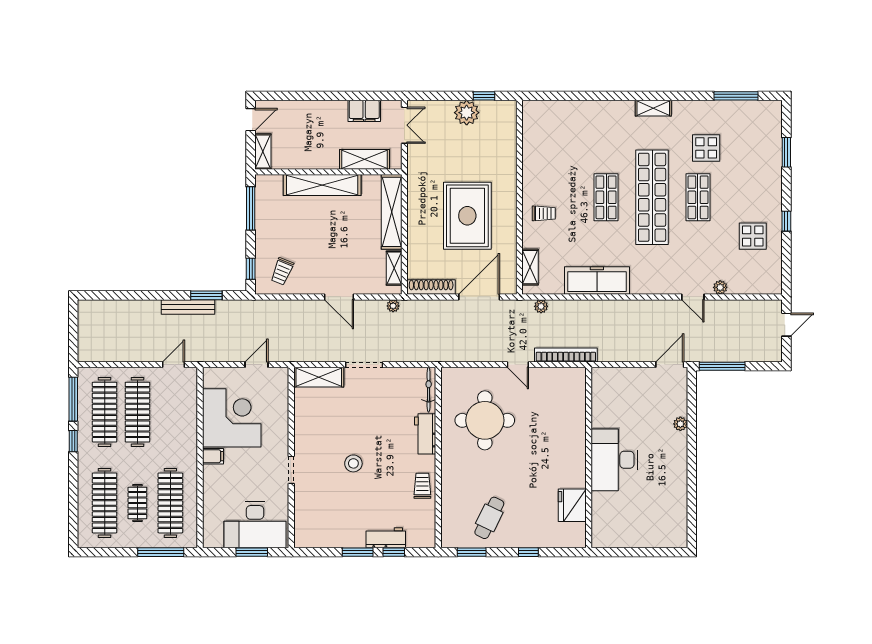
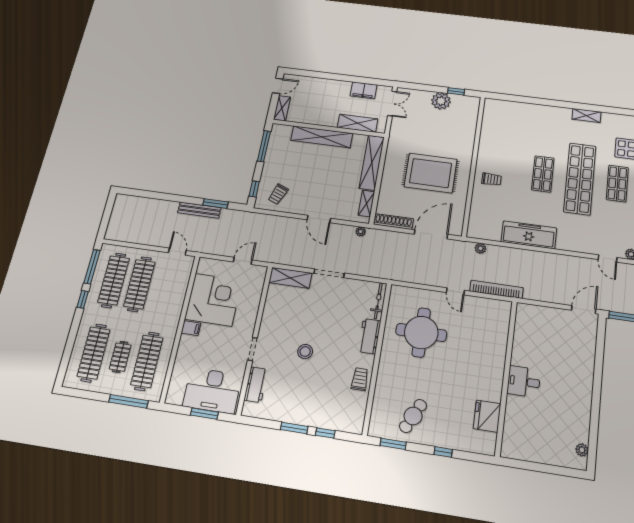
rug: (467, 216) -> (431, 173), turned 90
shelving: (530, 267) -> (475, 217), removed
door: (174, 365) -> (177, 252), hinge flipped
plant: (680, 424) -> (582, 450), moved
desk: (614, 460) -> (524, 382), width x0.53, depth x0.77
workbench: (386, 538) -> (256, 385), moved, turned 90

